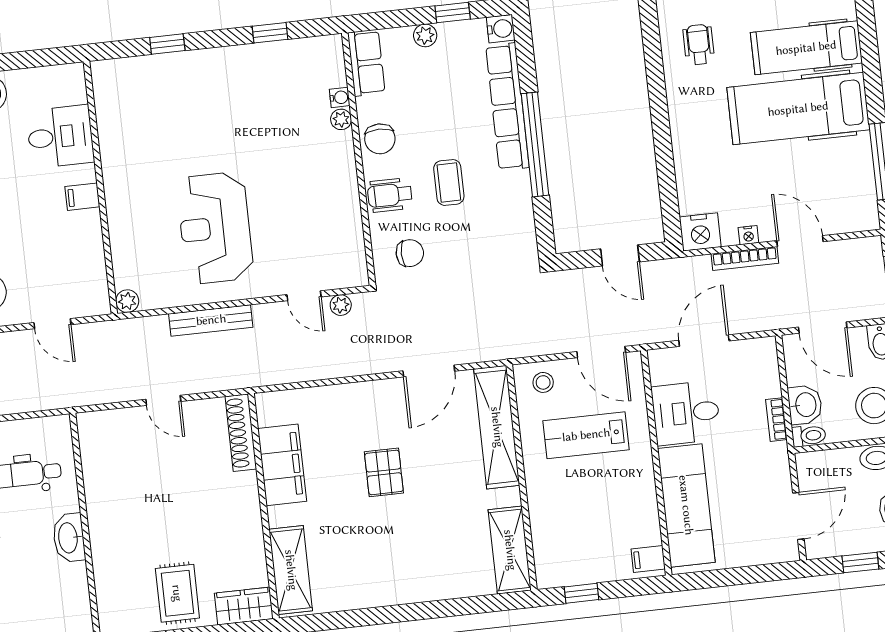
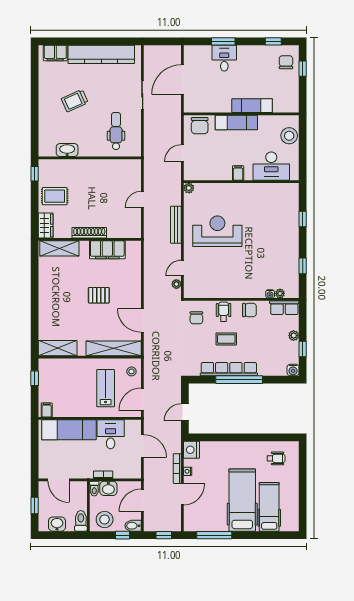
row of seats: (507, 107) -> (229, 369), moved
plant: (341, 119) -> (280, 293), moved
desk: (60, 137) -> (271, 166), width x1.37
chair: (380, 139) -> (249, 310), turned 180
shoe rack: (241, 433) -> (89, 233), moved
washbasin: (69, 538) -> (67, 150), moved

